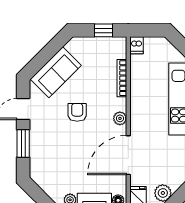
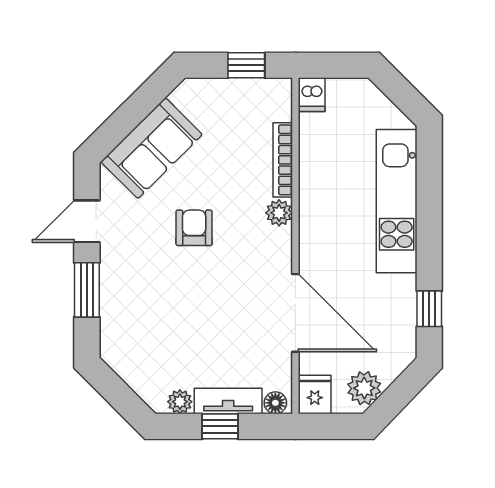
plant: (120, 118) -> (279, 213), moved
door: (128, 155) -> (295, 313), swing flipped

